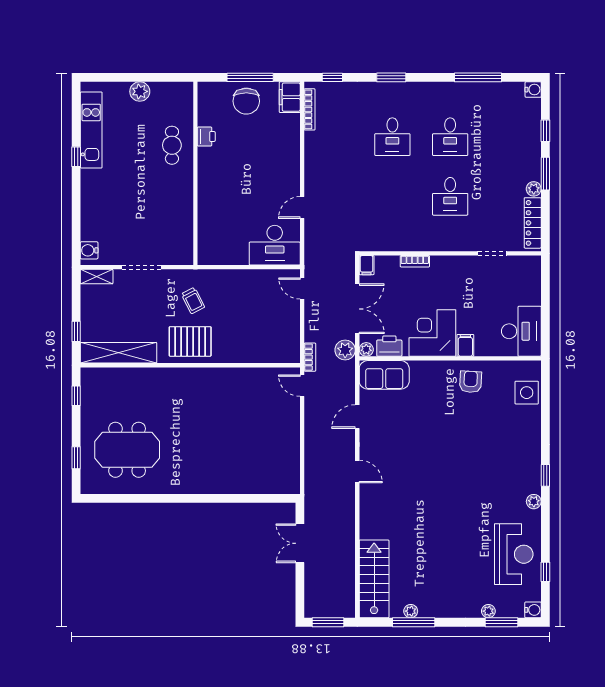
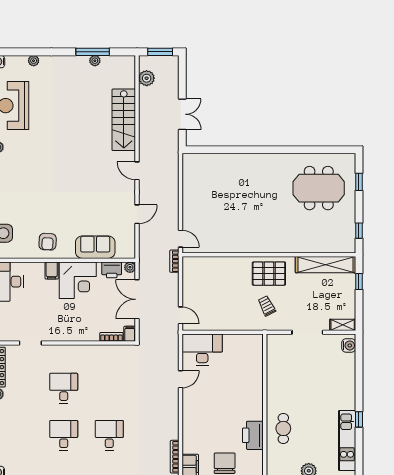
printer: (206, 137) -> (253, 435), width x1.87, depth x1.48
bookcase: (415, 261) -> (111, 337), moved
plant: (345, 350) -> (147, 78), moved
sofa: (384, 375) -> (95, 247), moved
stairs: (374, 579) -> (124, 120), moved
window: (502, 622) -> (23, 52), removed

